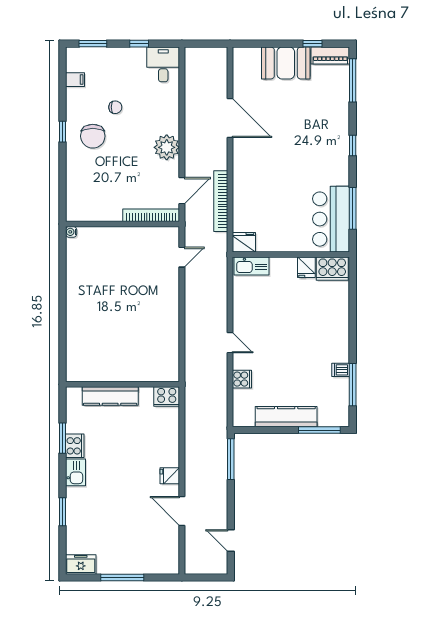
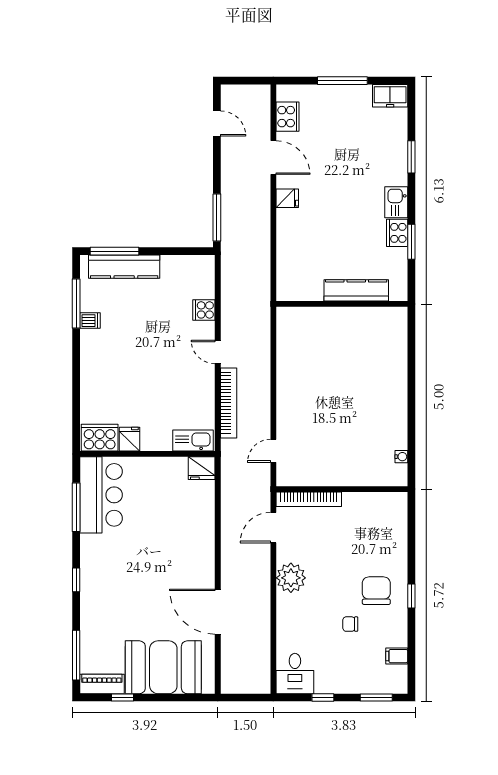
booth: (286, 63) -> (163, 667), width x1.36, depth x1.42
bookcase: (221, 201) -> (229, 403), moved
water cooler: (71, 232) -> (401, 457), moved
cooker: (167, 397) -> (288, 117), moved, turned 90
kitchen counter: (286, 417) -> (124, 267), moved

